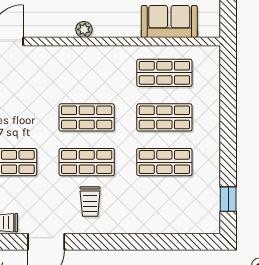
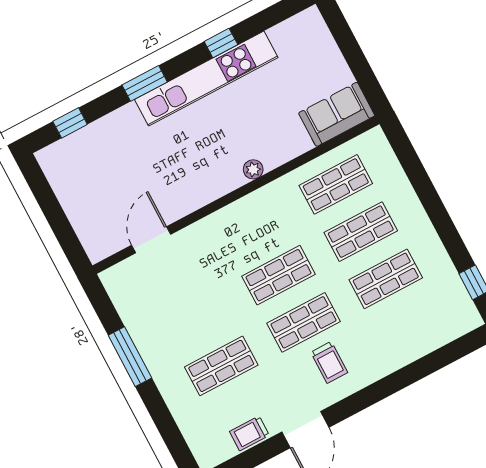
sofa: (169, 21) -> (337, 114), moved
plant: (84, 29) -> (253, 169), moved

